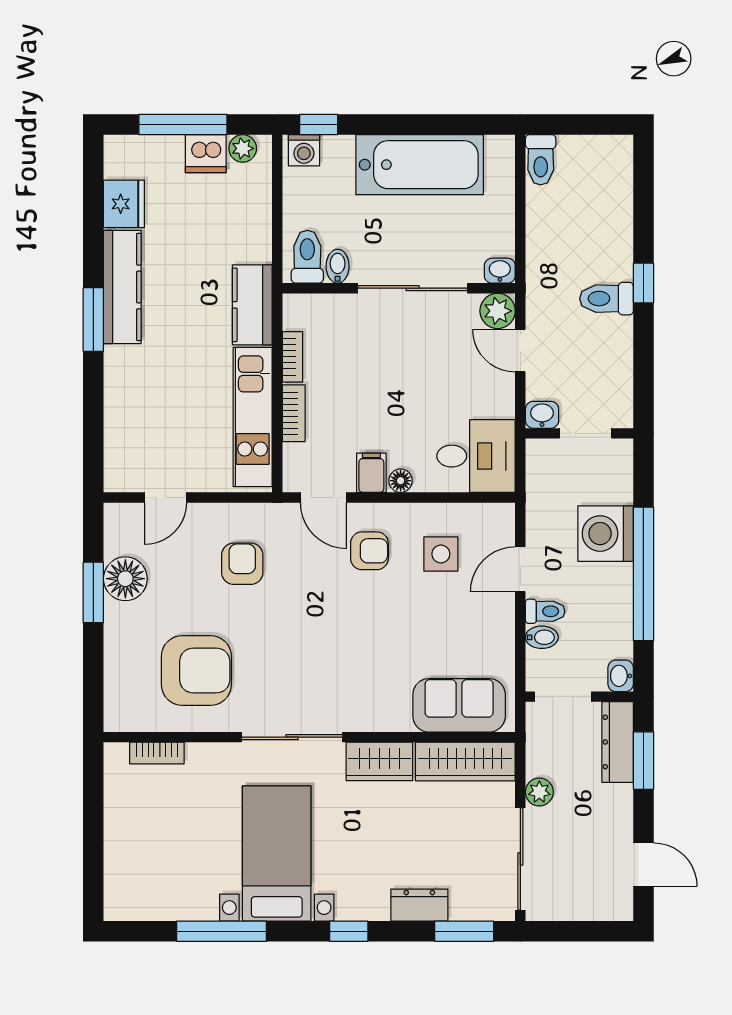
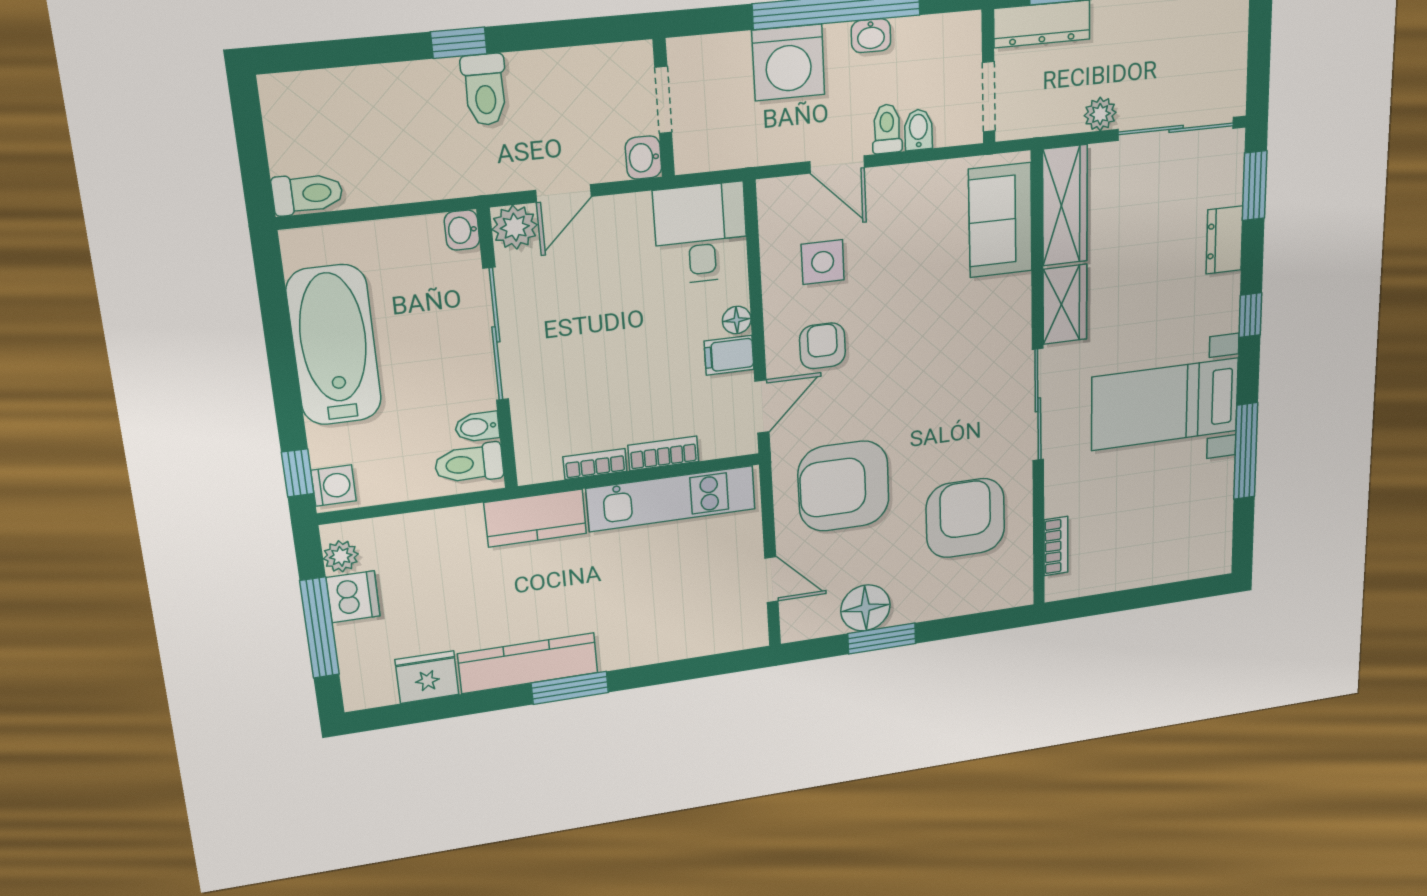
armchair: (242, 564) -> (844, 486), width x1.88, depth x1.88
washbasin: (621, 676) -> (871, 36), moved

